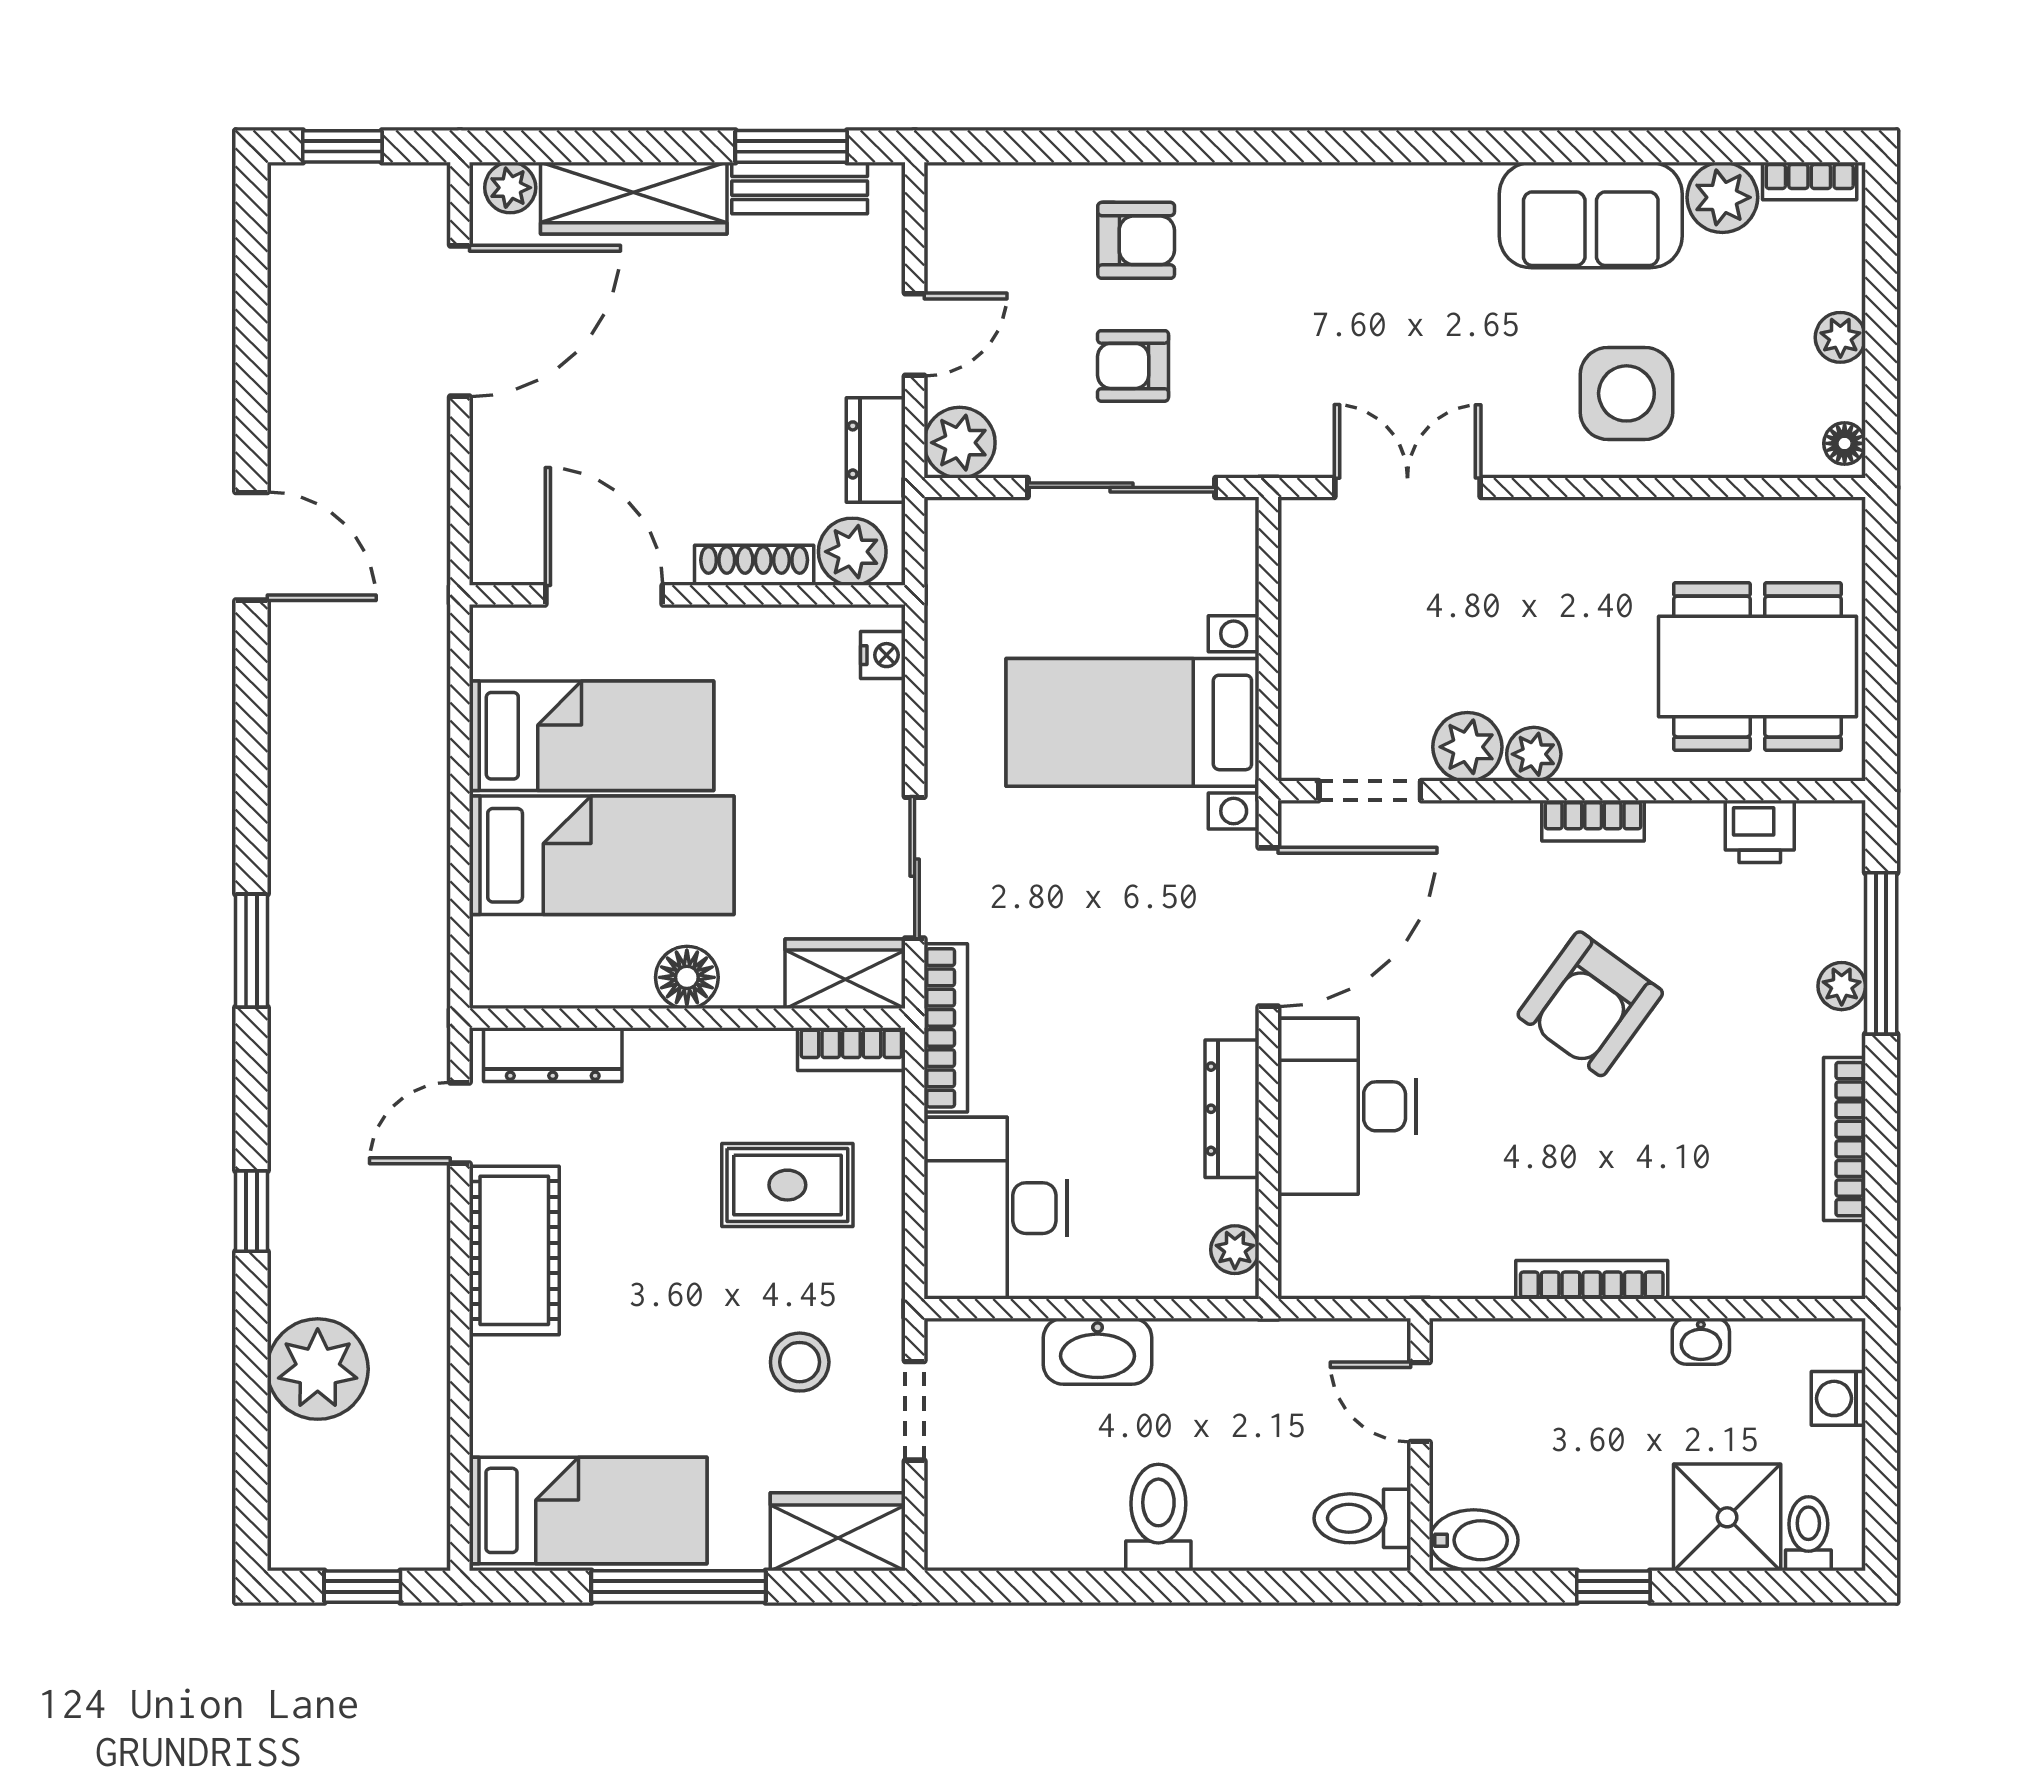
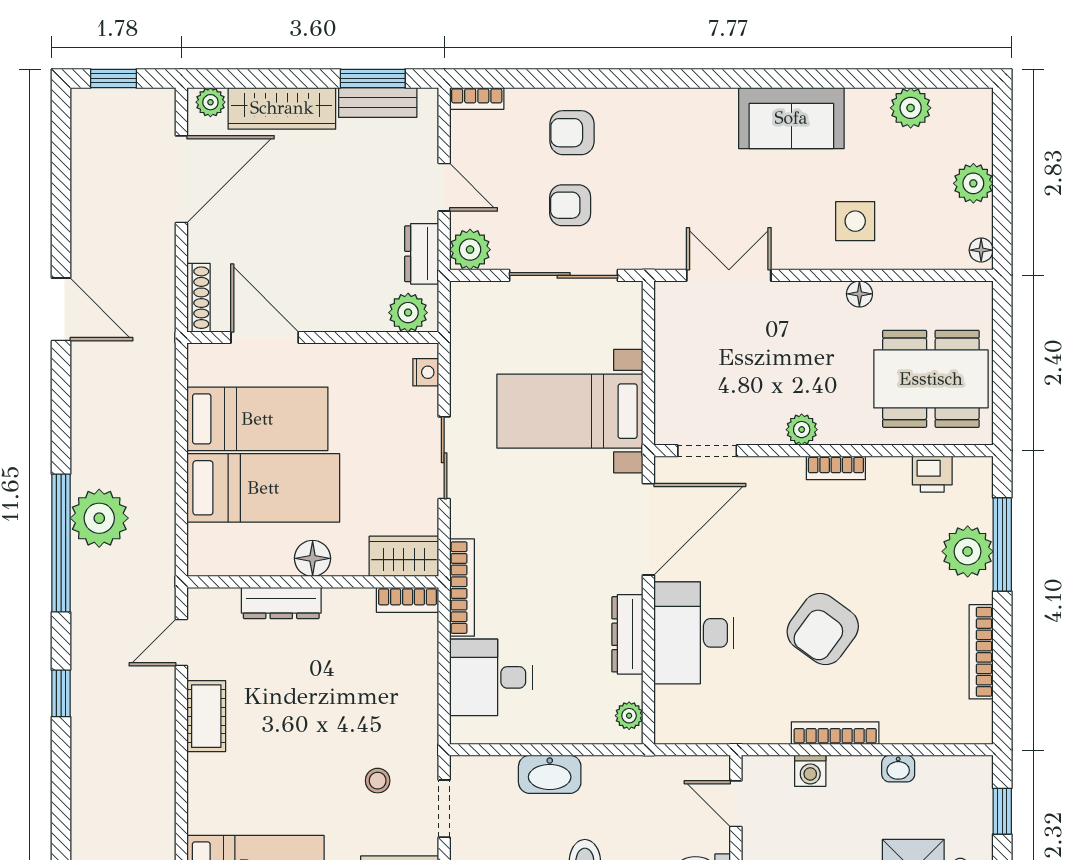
bookcase: (1810, 181) -> (477, 98), moved
sofa: (1591, 215) -> (791, 118), moved
armchair: (1136, 240) -> (572, 133), turned 180
door: (915, 335) -> (444, 187), hinge flipped
plant: (1840, 337) -> (973, 183), width x1.38, depth x1.38
side table: (1626, 393) -> (855, 221), width x0.73, depth x0.73
floor lamp: (1634, 519) -> (859, 294), added
shoe rack: (754, 565) -> (199, 298), moved, turned 90
plant: (1467, 747) -> (763, 425), removed
sliding door: (915, 868) -> (444, 458), moved
window: (251, 951) -> (61, 543), width x2.11
plant: (1842, 986) -> (968, 551), width x1.87, depth x1.87
armchair: (1590, 1004) -> (823, 629), moved
dresser: (553, 1055) -> (281, 603), moved
rug: (787, 1185) -> (371, 678), removed
desk: (996, 1208) -> (491, 677), width x0.73
cot: (514, 1250) -> (206, 716), width x0.73, depth x0.75
stool: (800, 1362) -> (378, 781), width x0.73, depth x0.73
plant: (318, 1369) -> (99, 518), moved
washing machine: (1838, 1398) -> (810, 771), moved, turned -90
window: (1881, 1415) -> (1002, 811), added

